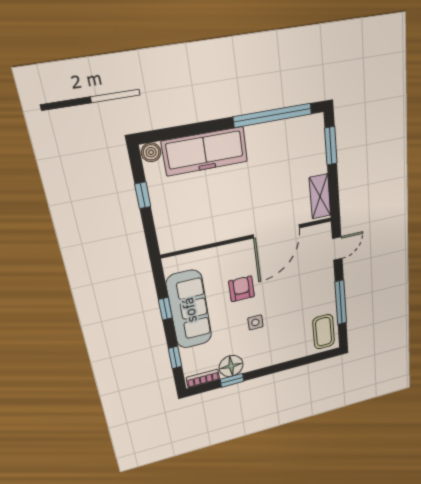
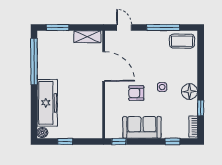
window: (165, 309) -> (119, 141), moved
sofa: (189, 310) -> (142, 127), width x0.73
floor lamp: (231, 366) -> (190, 92), moved

